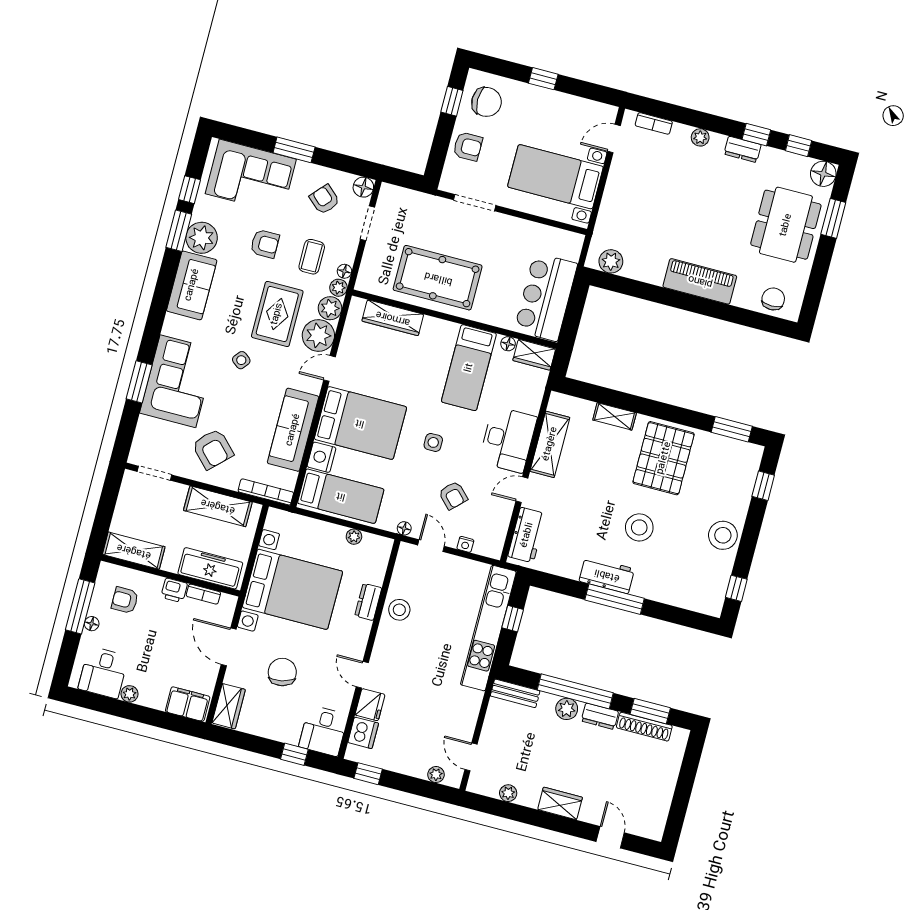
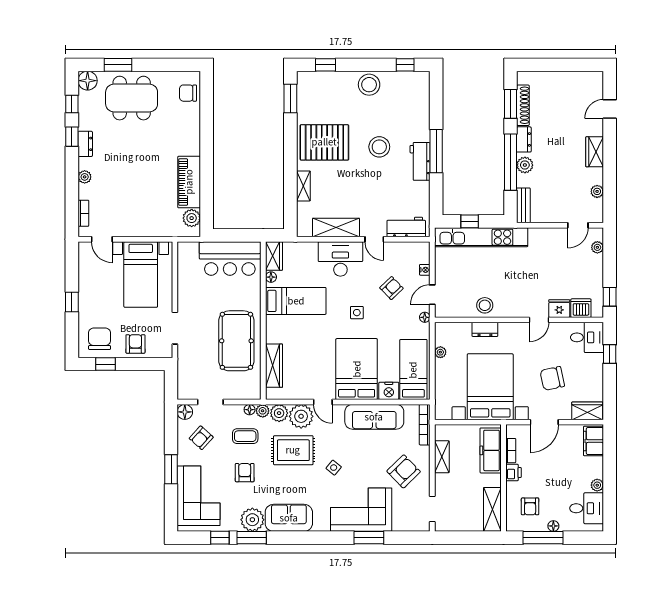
piano: (700, 281) -> (189, 182), moved
shelving: (218, 506) -> (442, 457), width x0.67, depth x0.75

